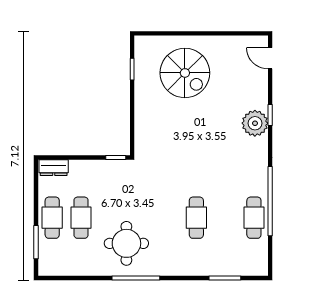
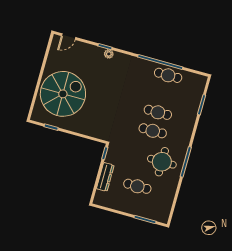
spiral stairs: (185, 73) -> (63, 94), width x1.37, depth x1.37
plant: (255, 123) -> (109, 54), width x0.53, depth x0.53
dresser: (54, 168) -> (105, 177), moved, width x1.44
cafe table: (52, 218) -> (153, 131), moved

